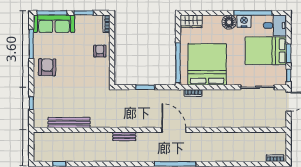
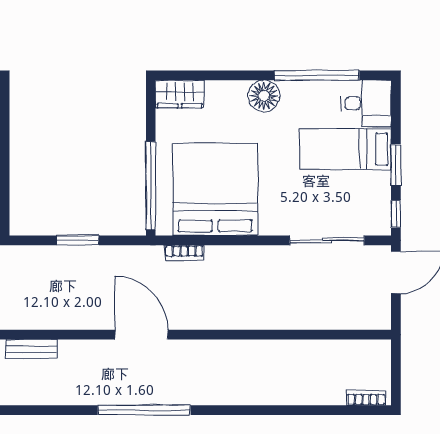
nightstand: (244, 21) -> (297, 94), removed
bed: (266, 51) -> (346, 149), width x0.67

